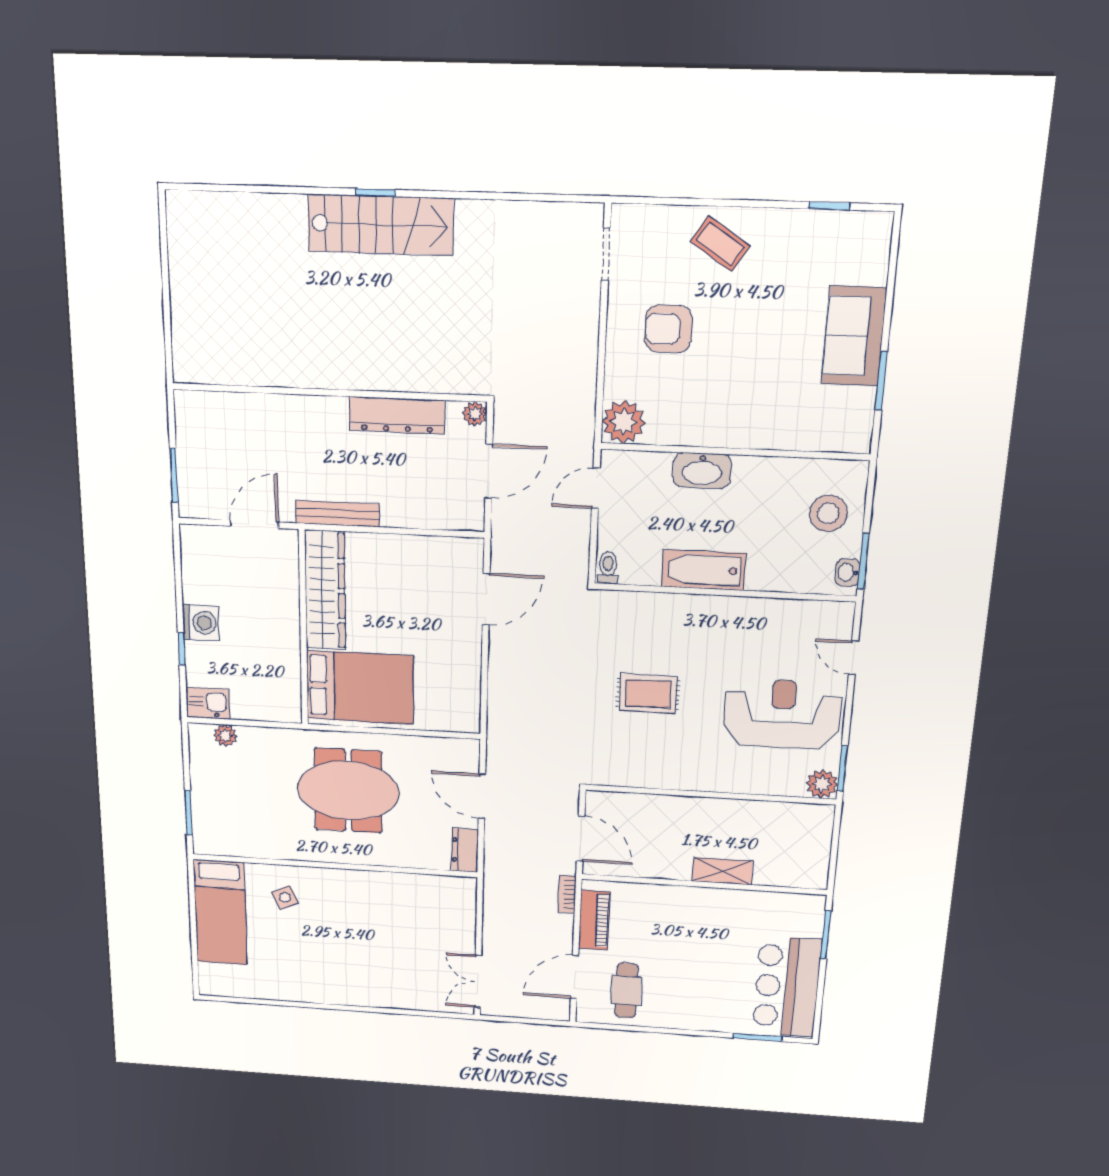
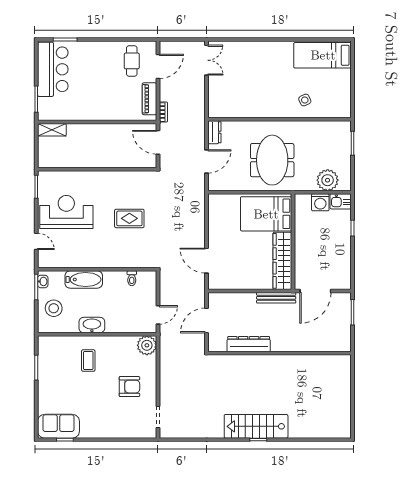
coffee table: (720, 244) -> (88, 361), moved, turned 57
sofa: (854, 336) -> (58, 426), moved, turned -90
plant: (475, 414) -> (213, 346), removed
washbasin: (702, 471) -> (92, 325), moved
door: (254, 524) -> (315, 291), width x1.36
toilet: (608, 568) -> (132, 278), moved
bathtub: (703, 570) -> (84, 280), moved
door: (486, 599) -> (207, 261), hinge flipped
washing machine: (201, 623) -> (320, 202), moved, turned -90
reception desk: (782, 714) -> (66, 212), turned 180
plant: (225, 735) -> (328, 180), width x1.88, depth x1.88
plant: (822, 784) -> (45, 178), removed
meeting table: (348, 791) -> (272, 160), turned 90
door: (482, 796) -> (207, 161), hinge flipped
shelving: (722, 871) -> (52, 130), moved
bed: (220, 912) -> (323, 55), moved, turned -90

